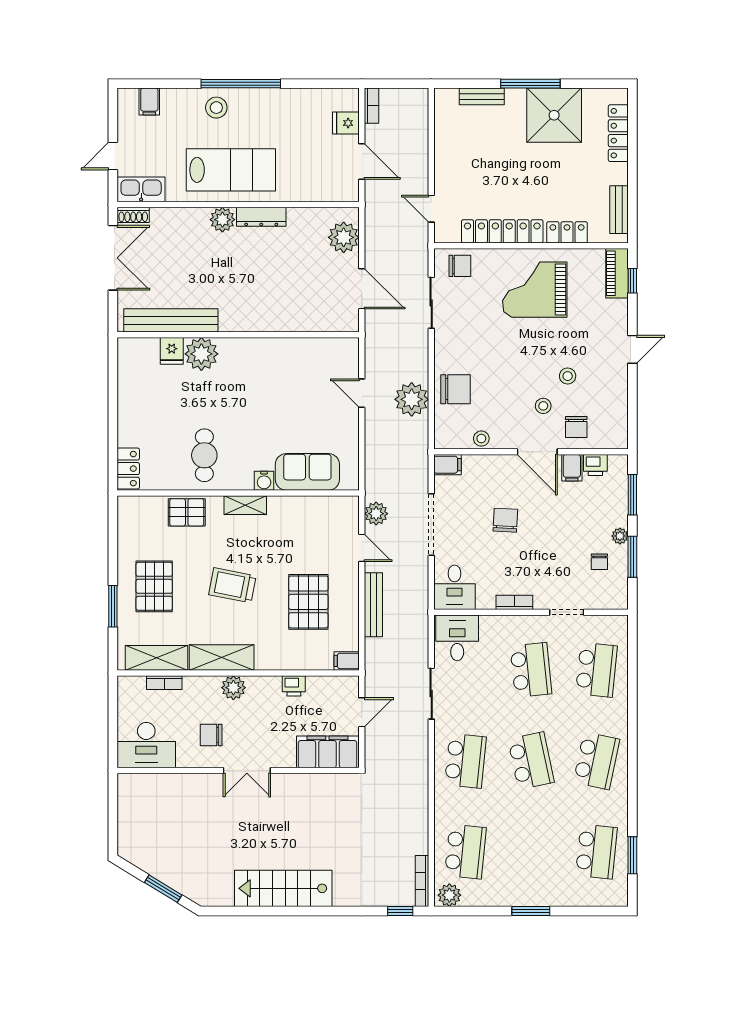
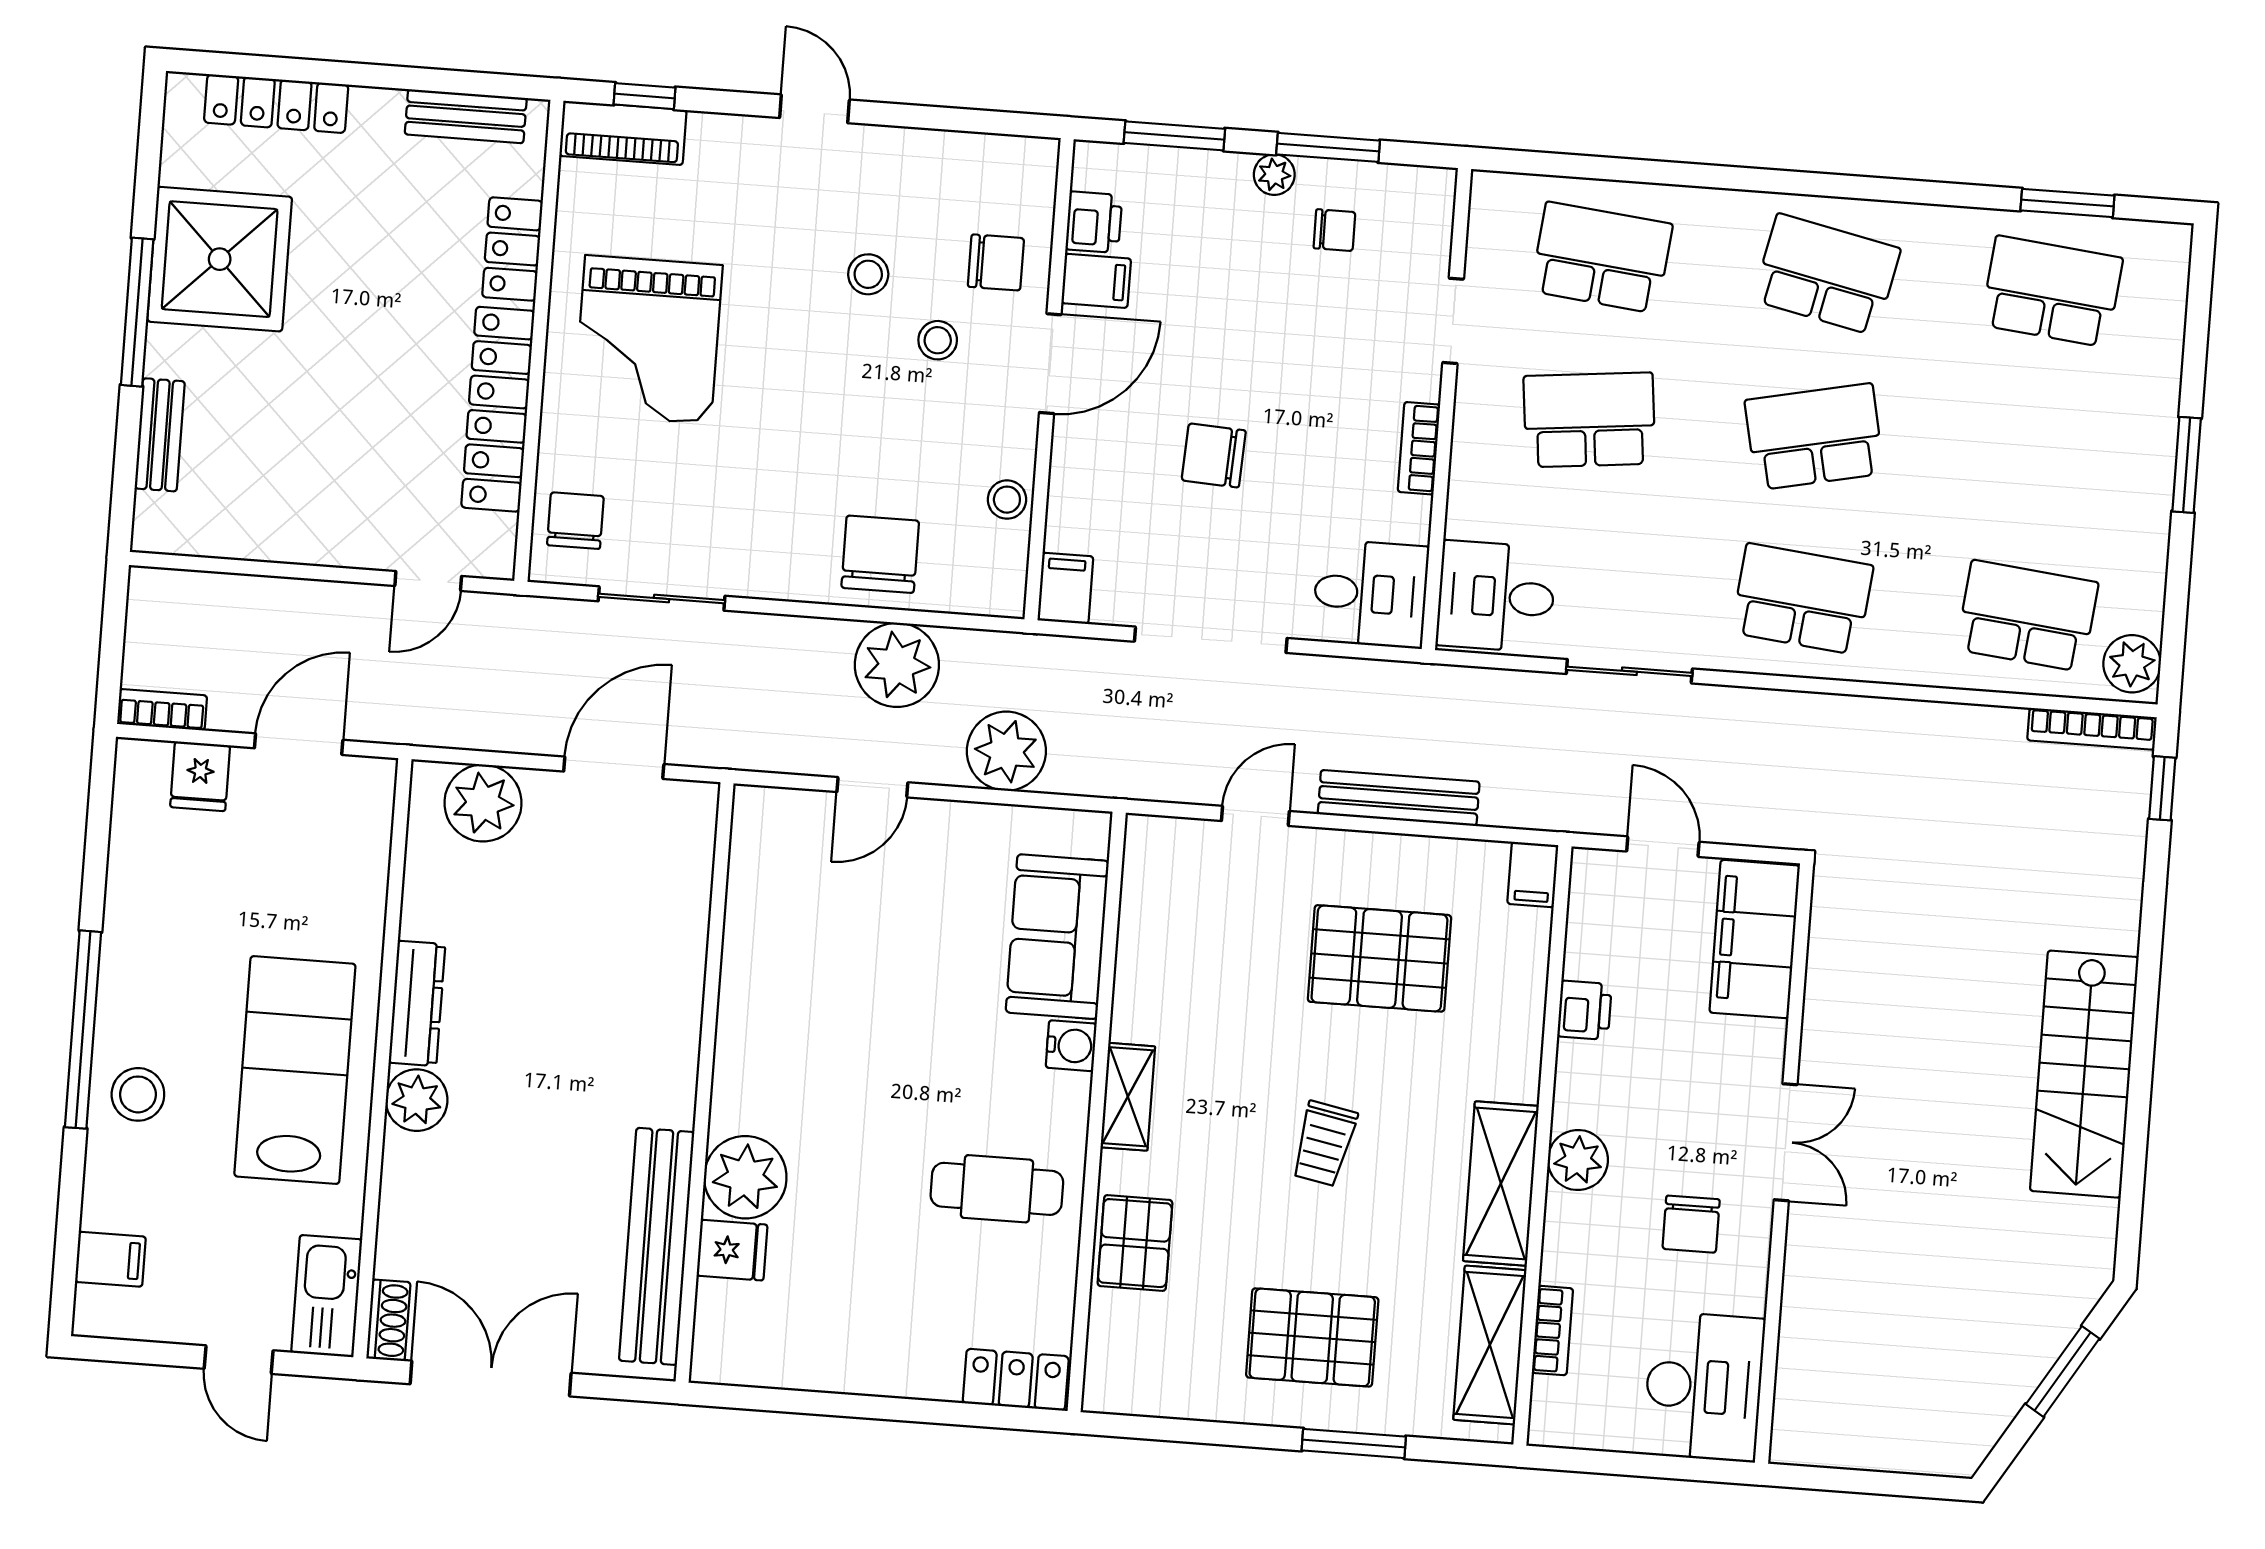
plant: (376, 514) -> (1006, 751), moved, width x1.36, depth x1.36
trolley: (232, 585) -> (1324, 1144), width x0.73, depth x0.72

